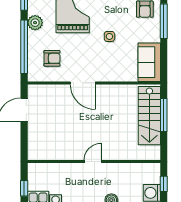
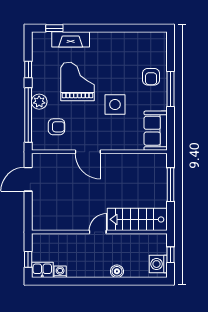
plant: (35, 23) -> (39, 102), moved
side table: (109, 36) -> (115, 105), width x1.87, depth x1.87
stairs: (149, 116) -> (137, 219), moved, turned 90

